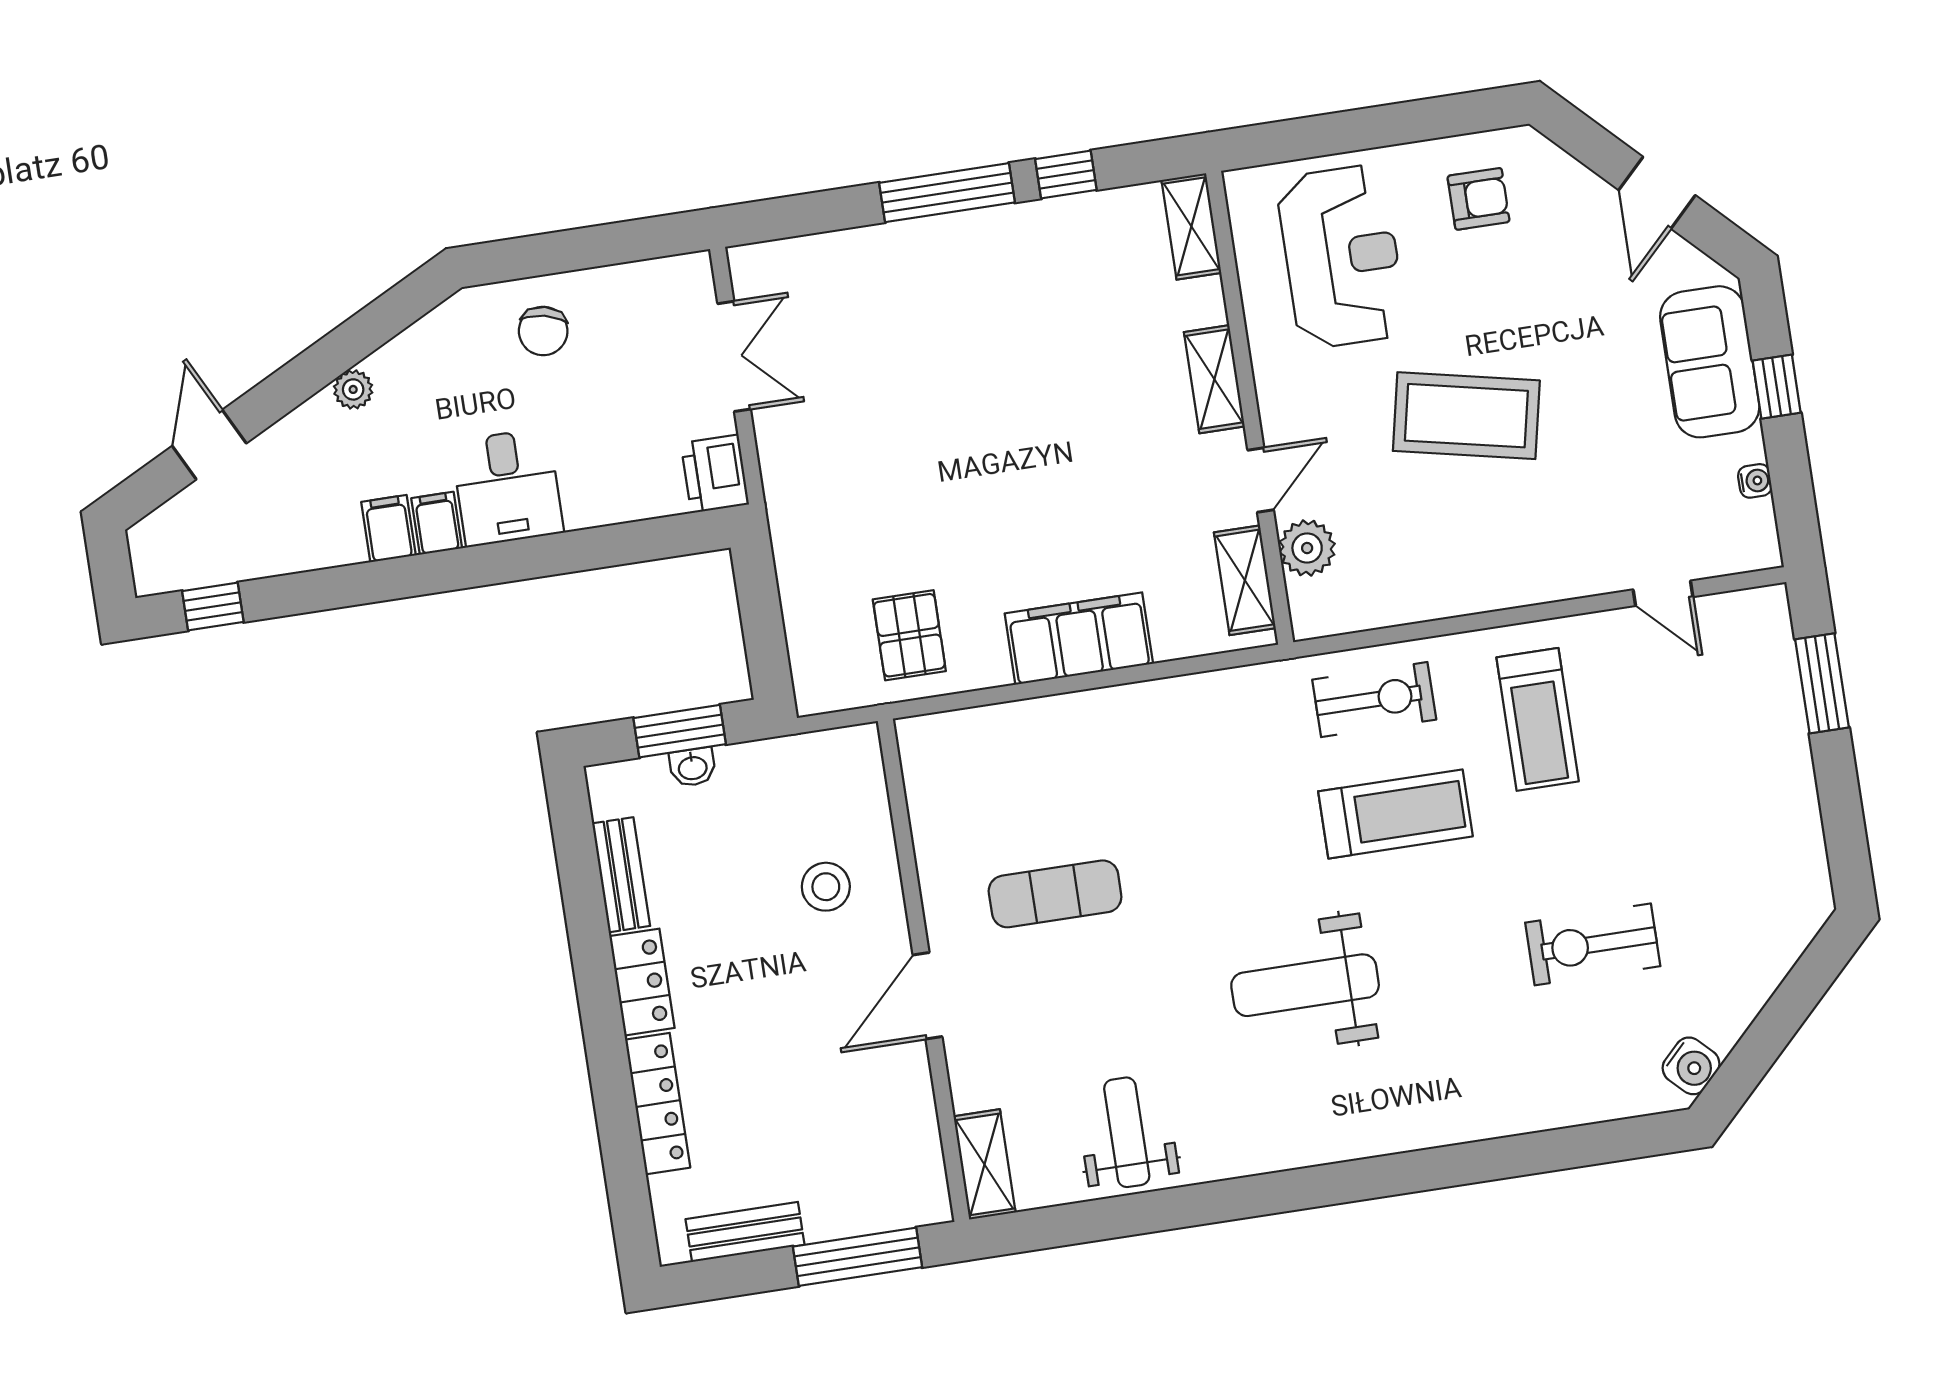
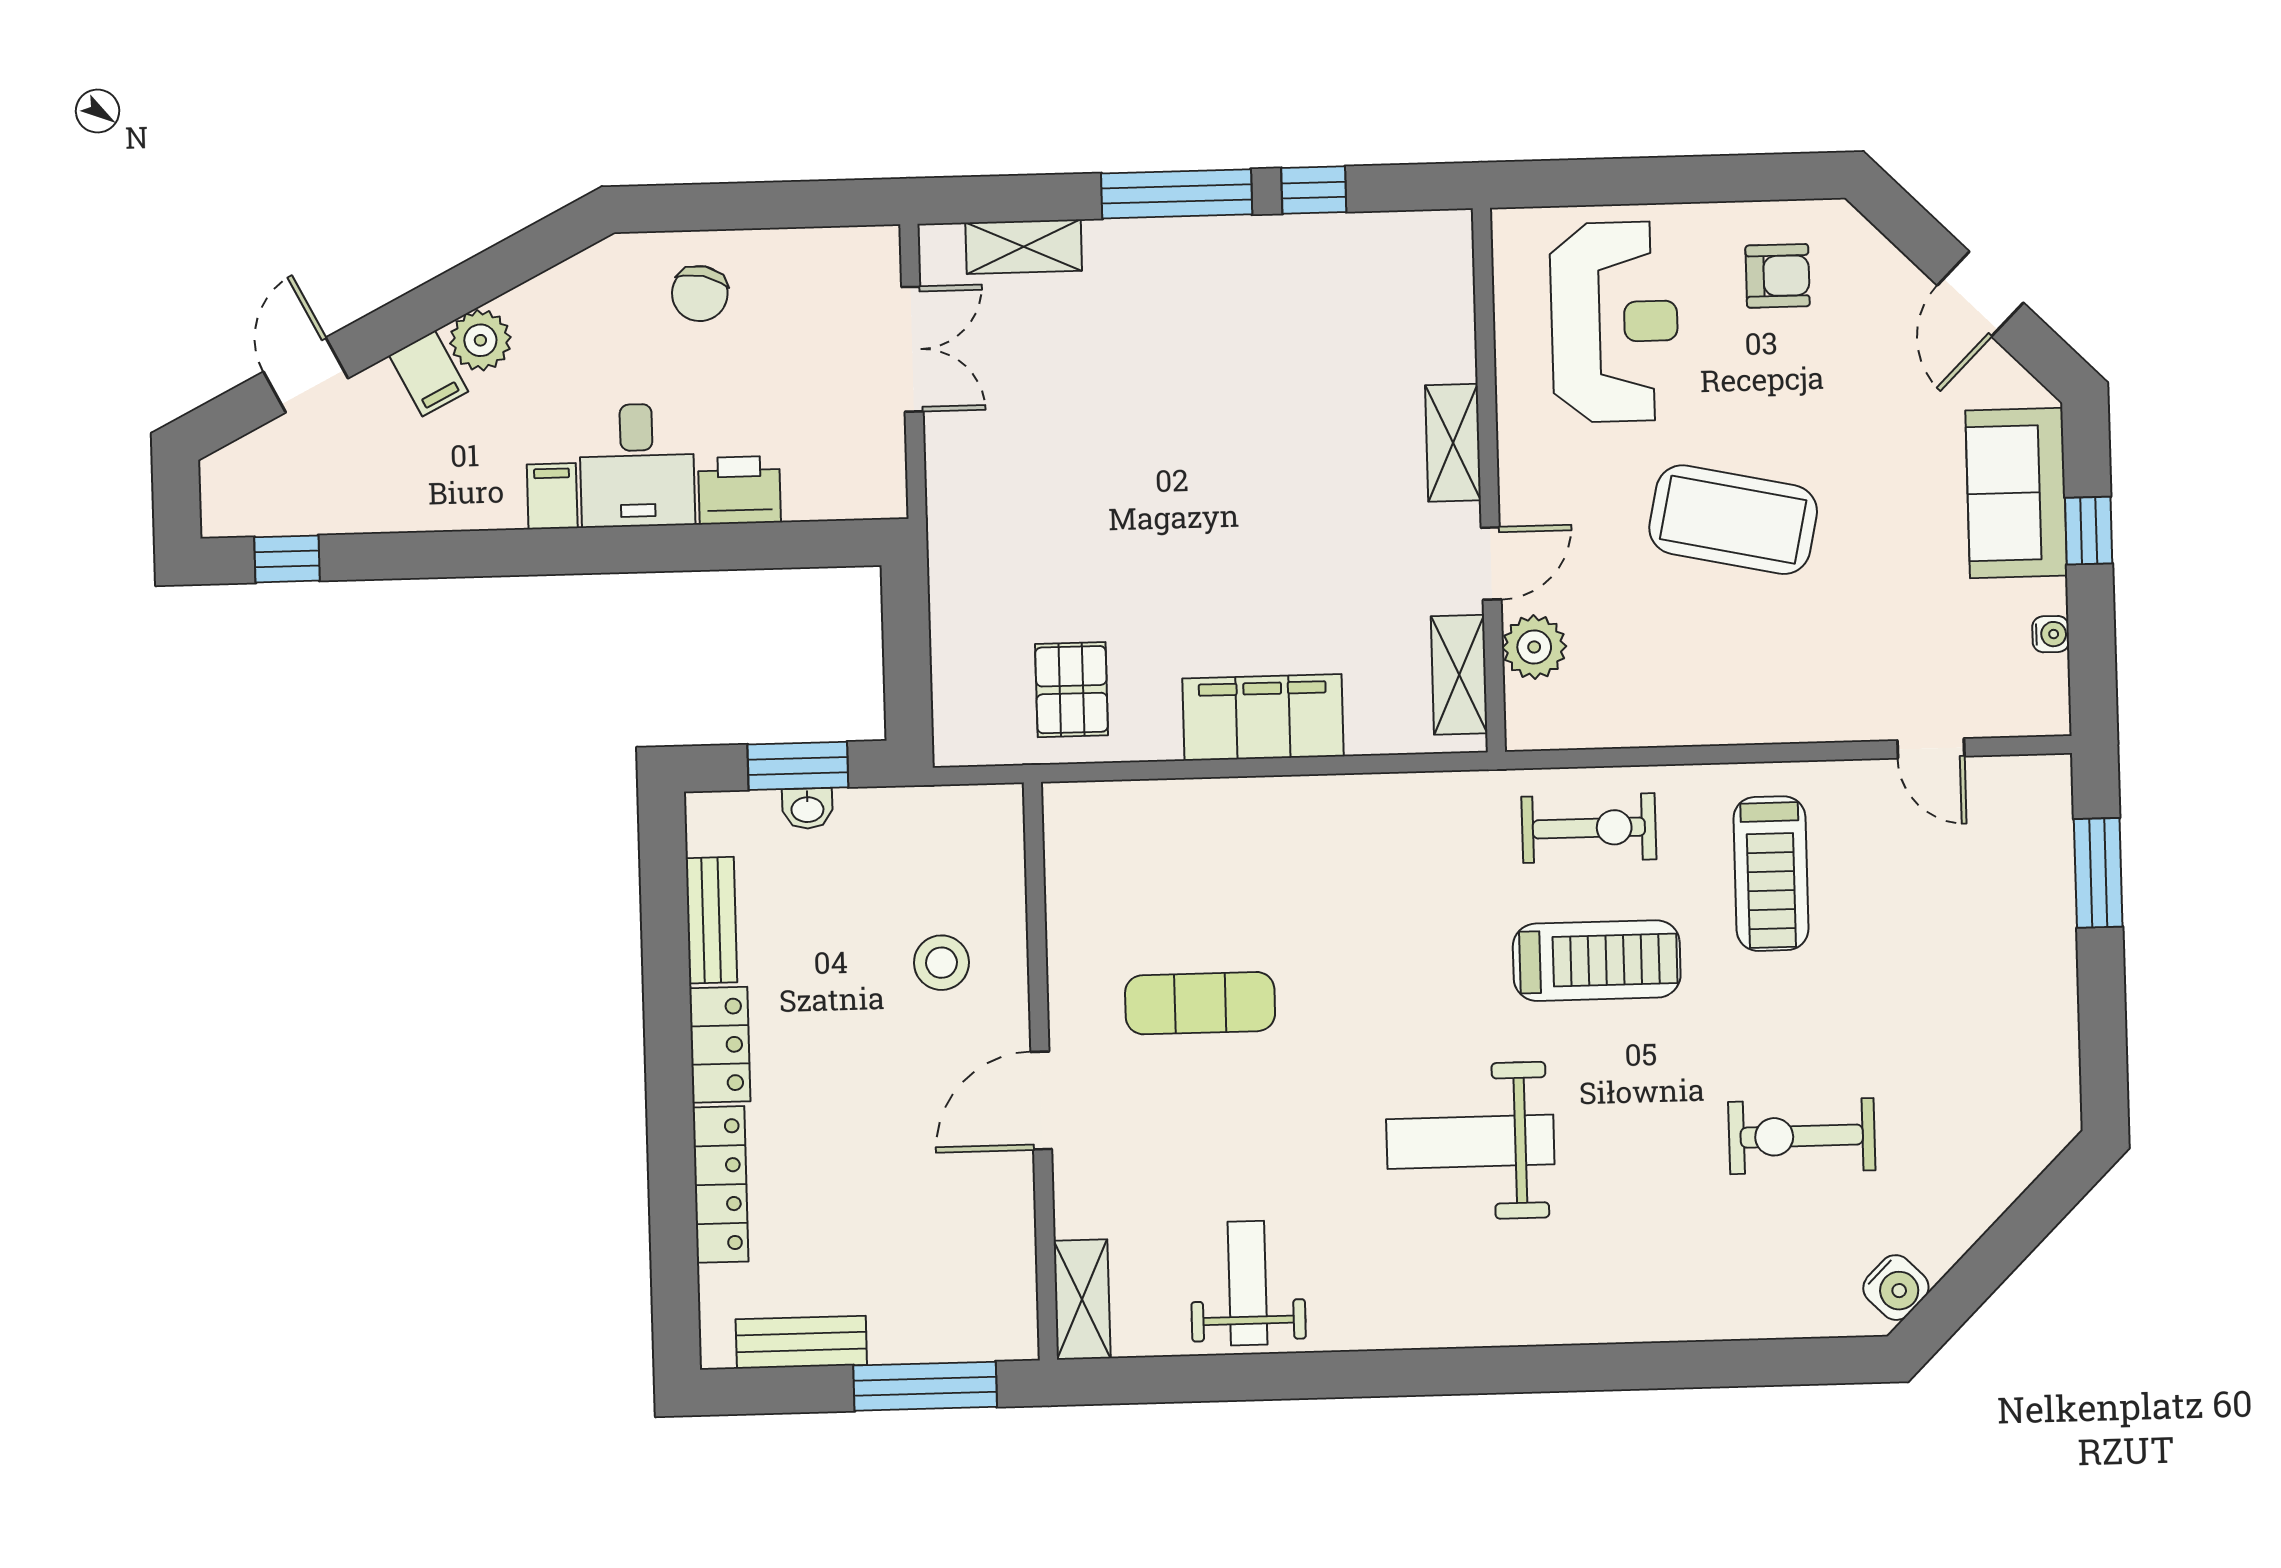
shelving: (1191, 226) -> (1024, 247), moved, turned 90
plant: (353, 389) -> (480, 340), width x1.38, depth x1.38
printer: (715, 474) -> (739, 490), moved, turned 90
filing cabinet: (389, 529) -> (429, 374), moved, turned 153

